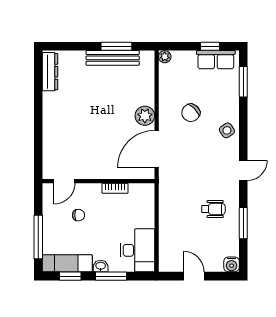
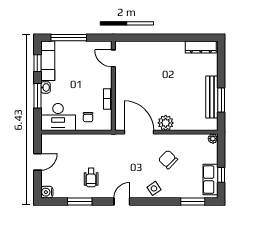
door: (243, 170) -> (122, 201), swing flipped
chair: (79, 215) -> (88, 117), moved

